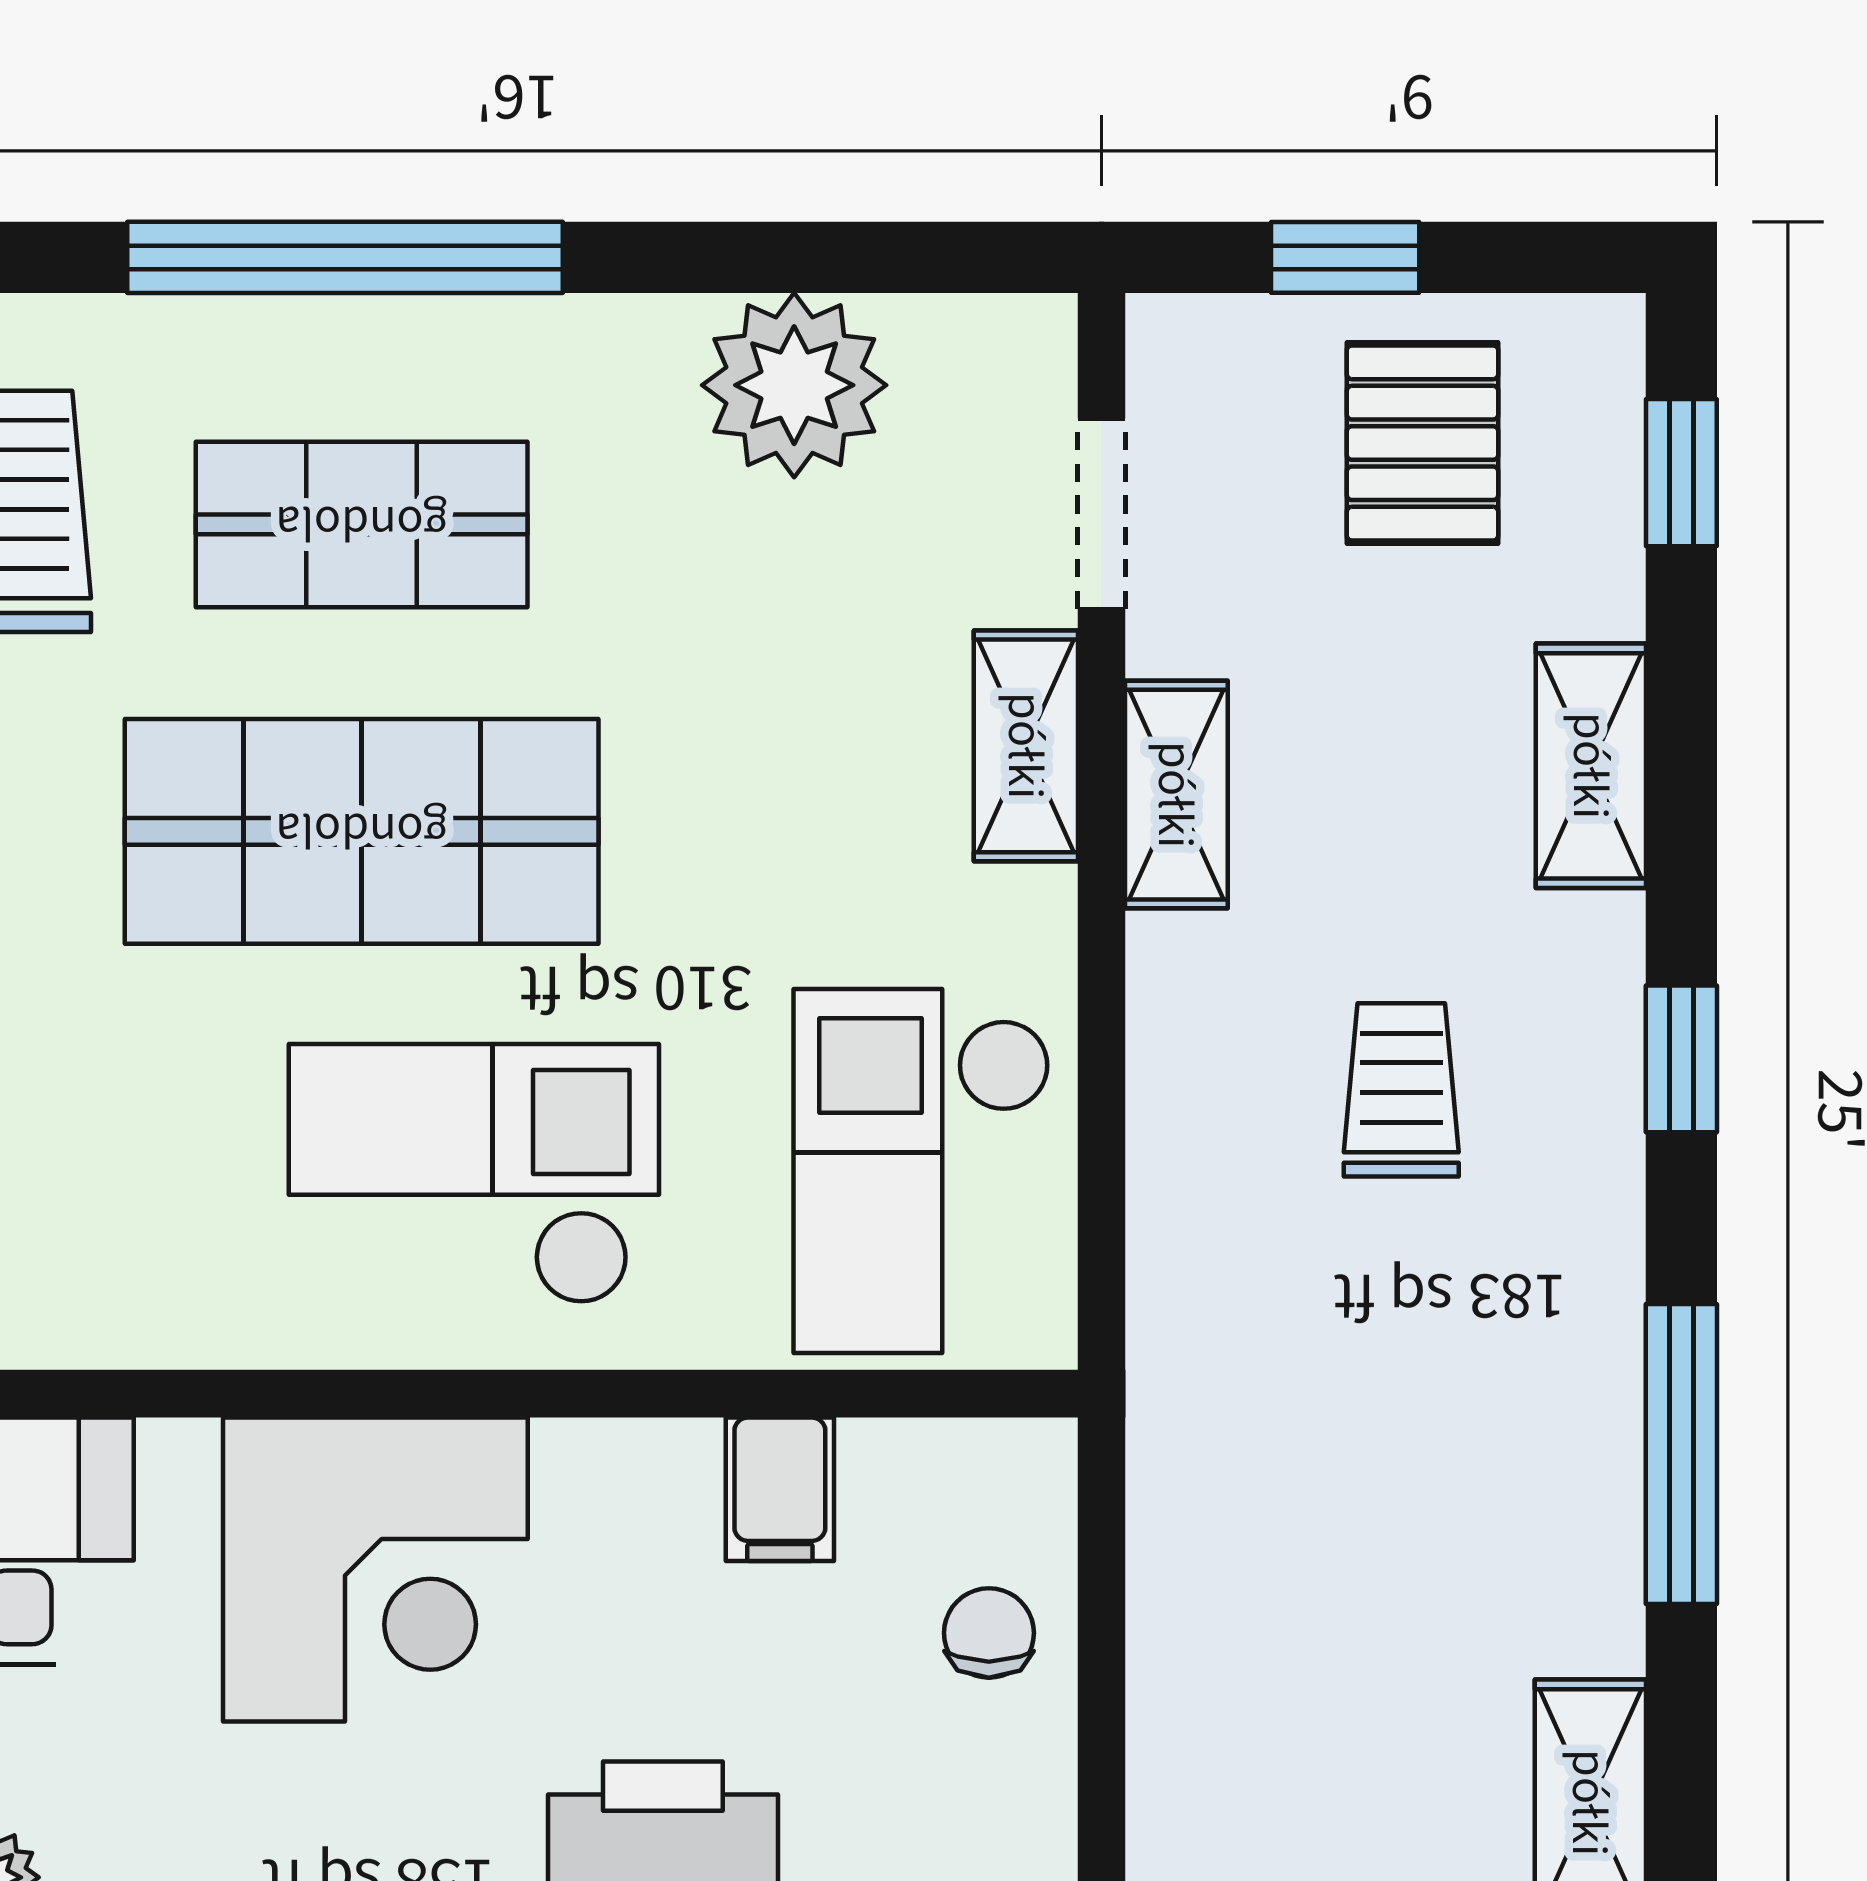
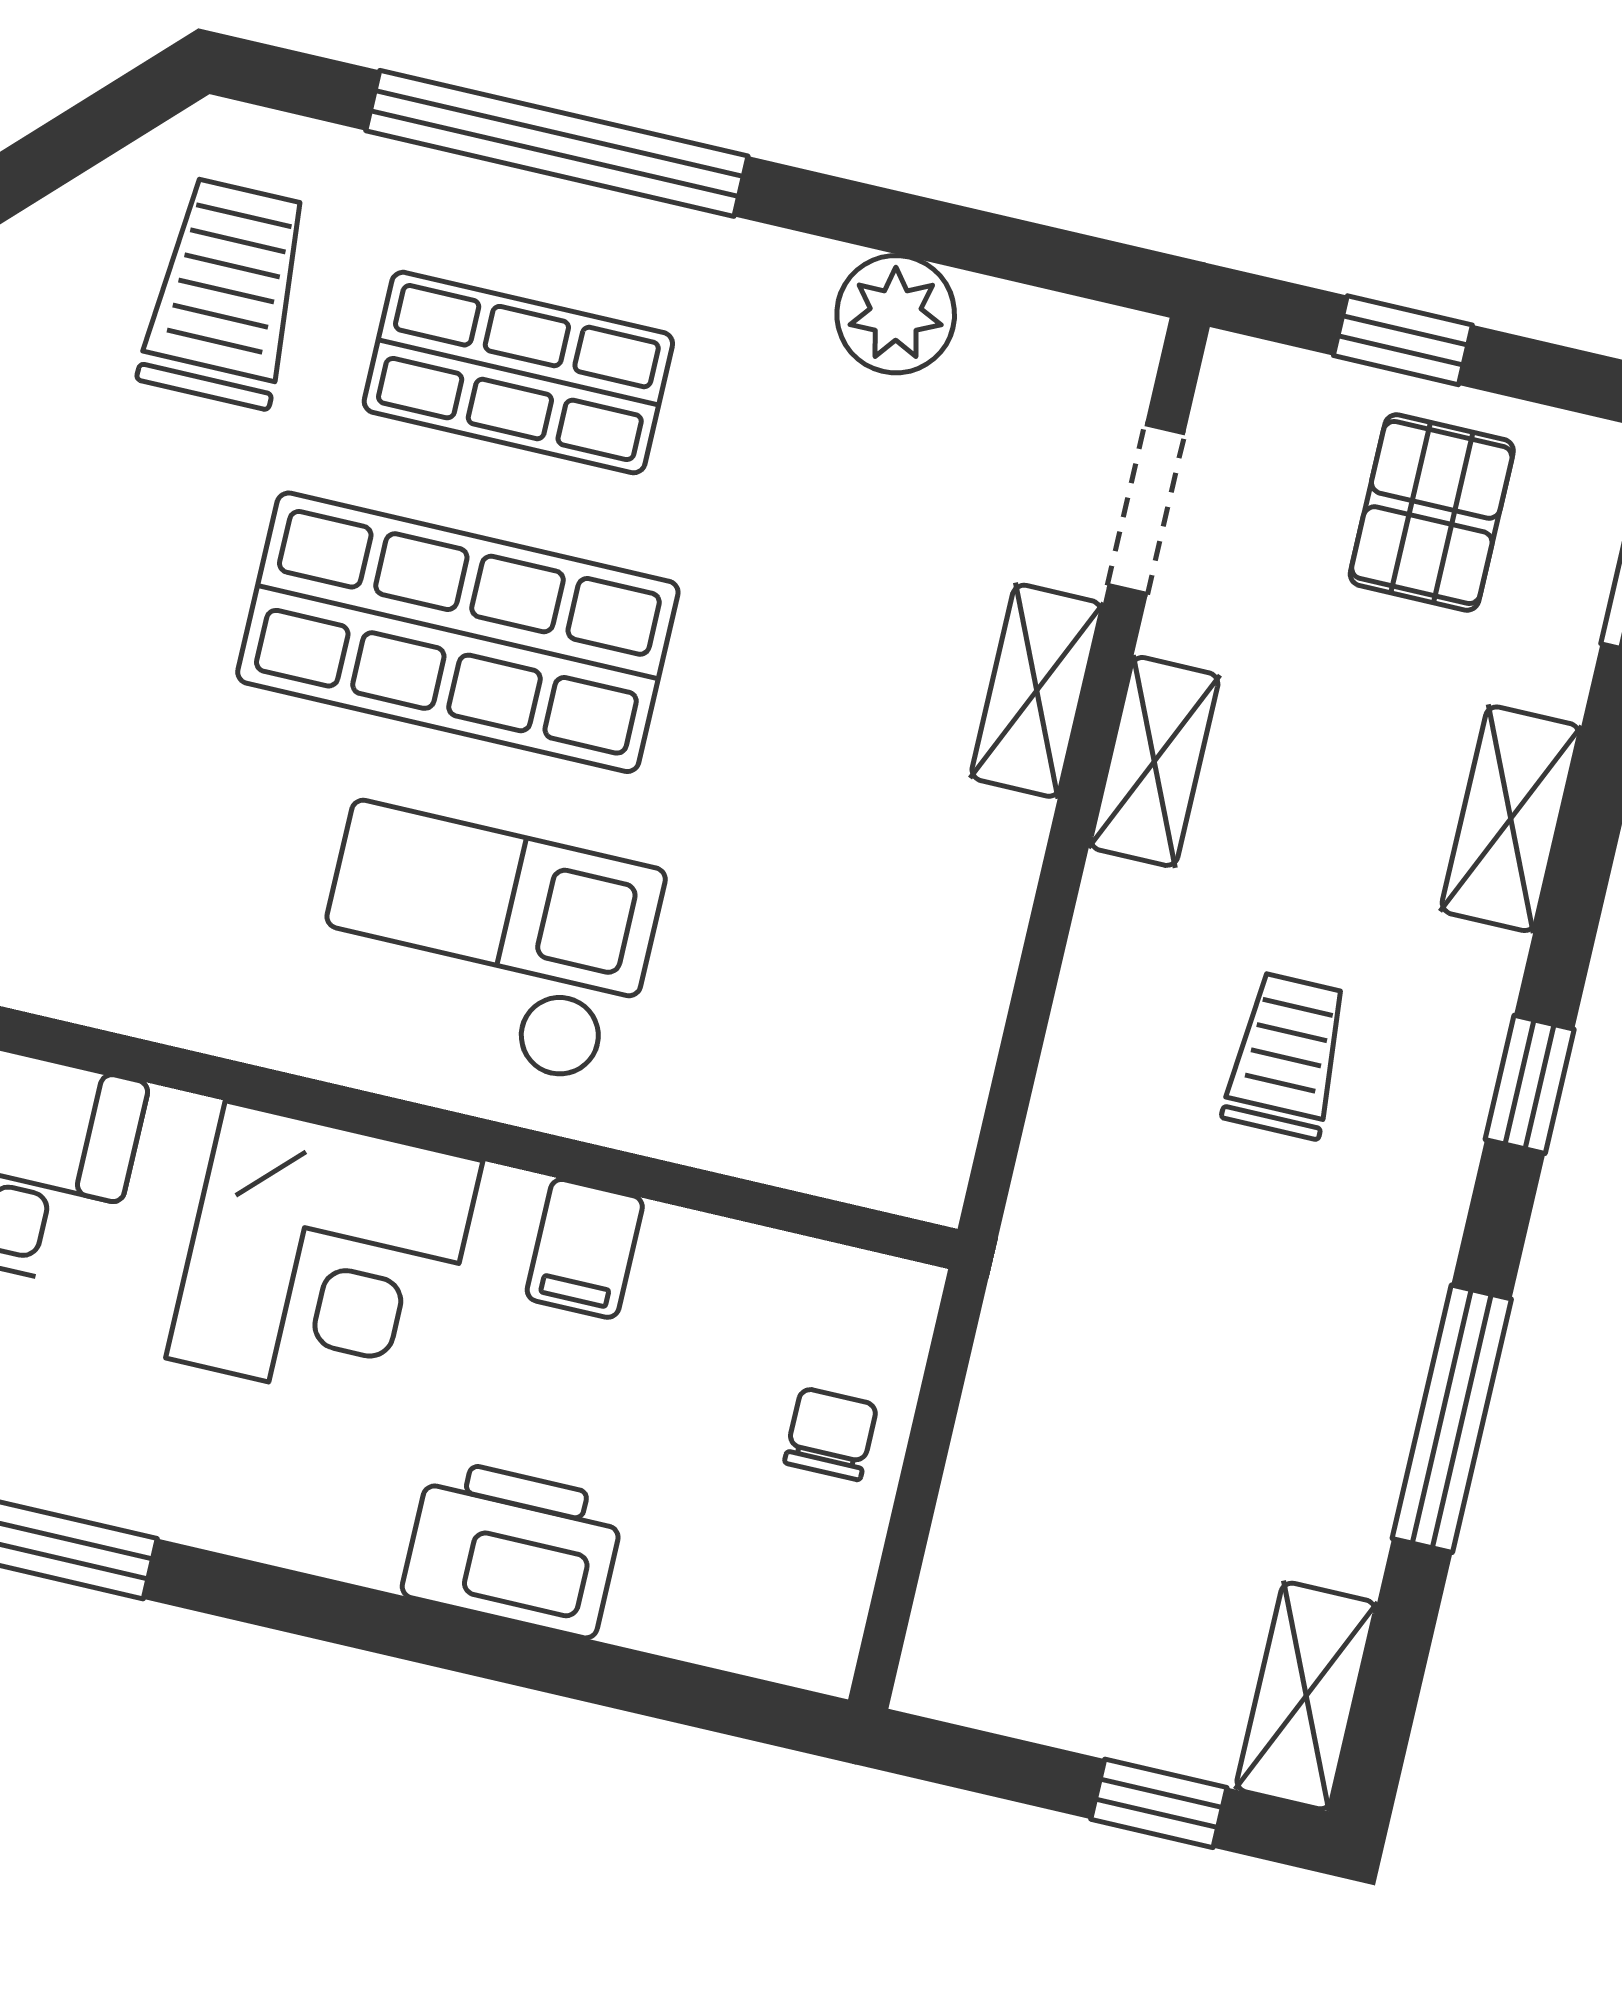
plant: (794, 385) -> (896, 314), width x0.73, depth x0.73
checkout: (922, 1171) -> (865, 1030), removed
filing cabinet: (780, 1489) -> (585, 1248), moved

